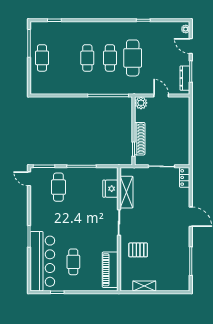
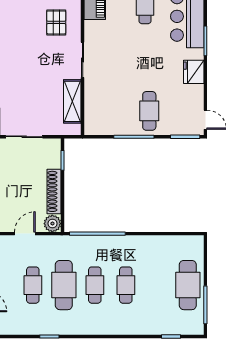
cafe table: (42, 58) -> (188, 285), width x1.37, depth x1.35
cafe table: (155, 58) -> (33, 285), added
door: (161, 96) -> (25, 234), swing flipped
shoe rack: (140, 139) -> (54, 191), moved
cafe table: (58, 187) -> (149, 111), moved
fridge: (110, 189) -> (194, 72), moved, turned 180
pallet: (138, 250) -> (56, 22), turned 90

